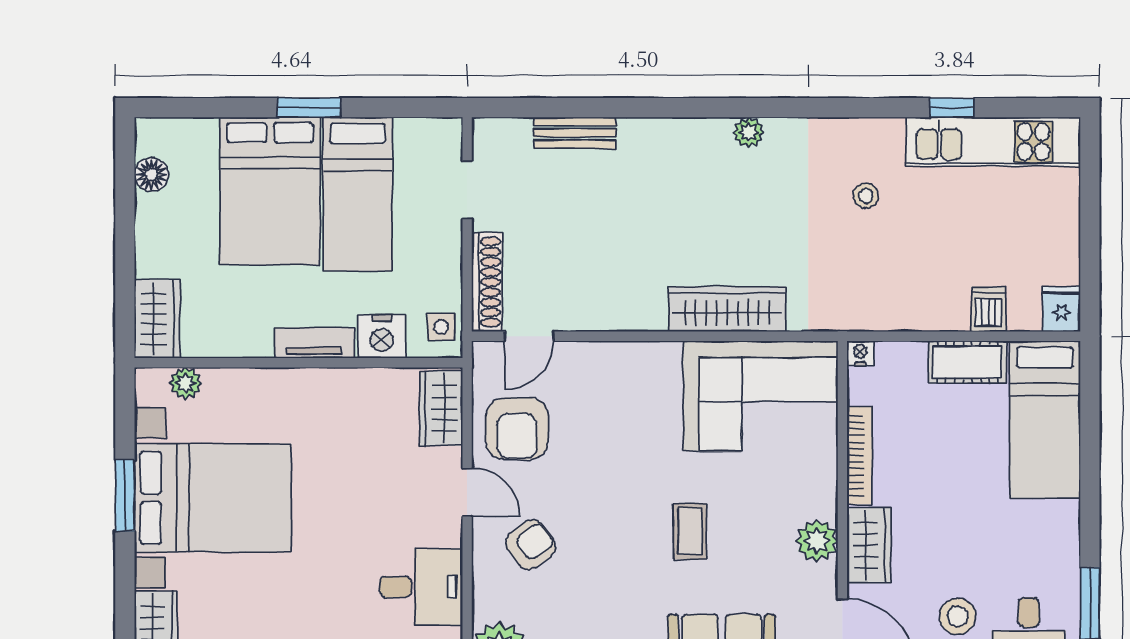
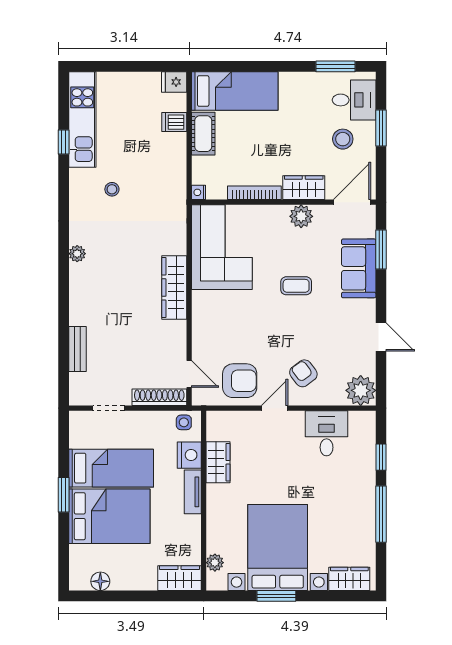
wardrobe: (727, 309) -> (174, 288), moved
wardrobe: (441, 408) -> (218, 462), moved, turned -90

